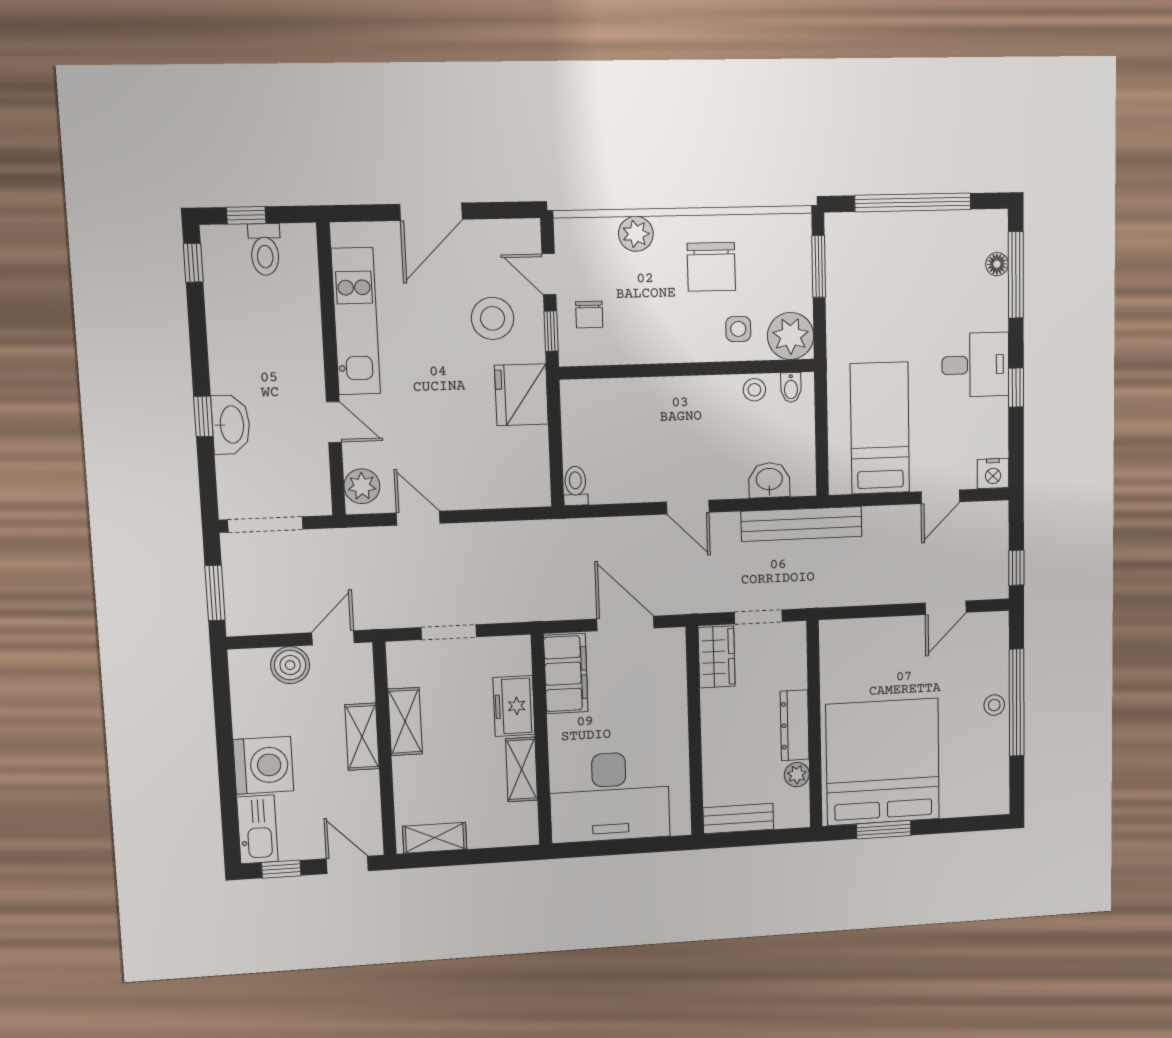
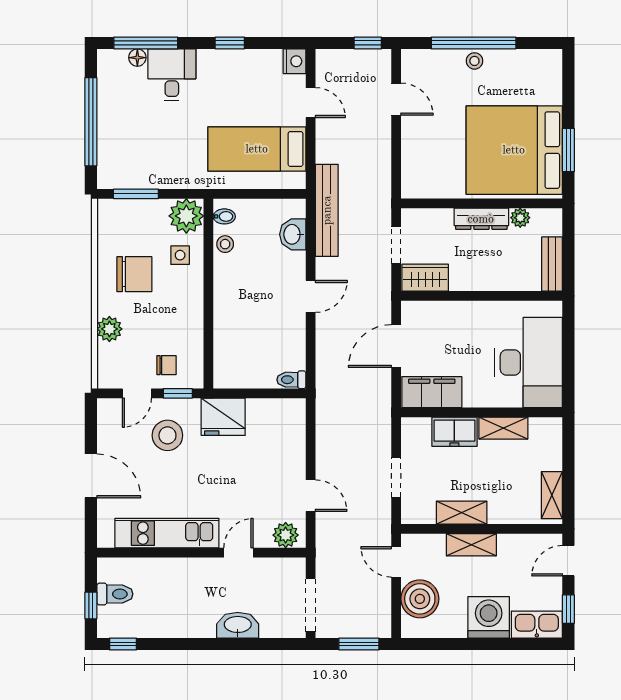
desk: (975, 365) -> (172, 75), moved
window: (203, 416) -> (231, 644), removed
door: (418, 518) -> (311, 496), swing flipped
boiler: (290, 665) -> (420, 599), width x1.37, depth x1.37

